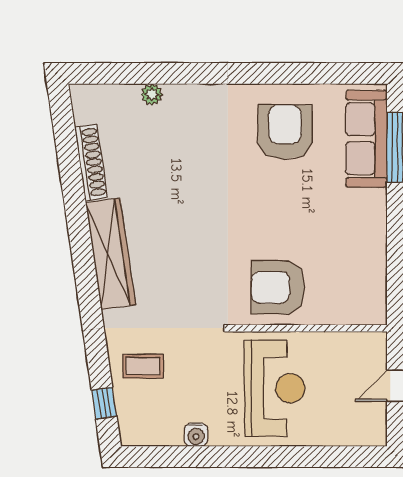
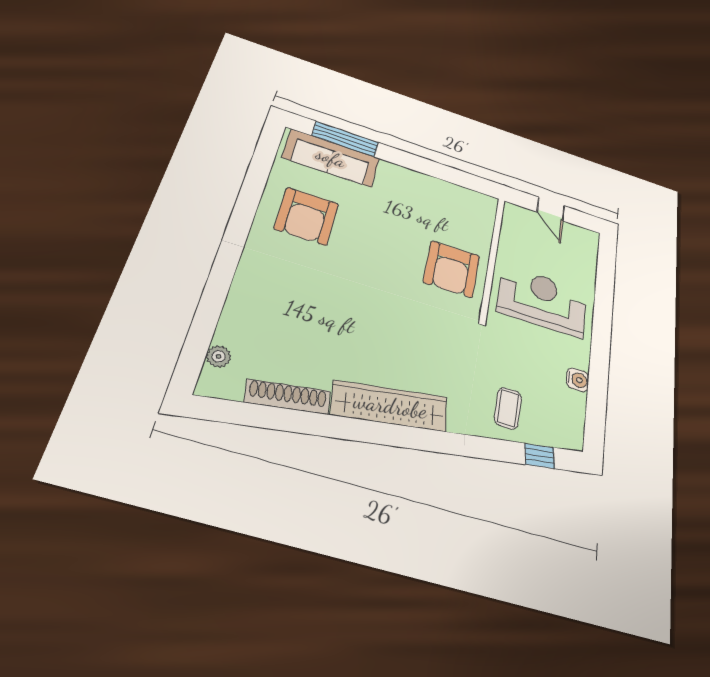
plant: (152, 95) -> (219, 356), moved
armchair: (285, 132) -> (307, 216), turned -90

